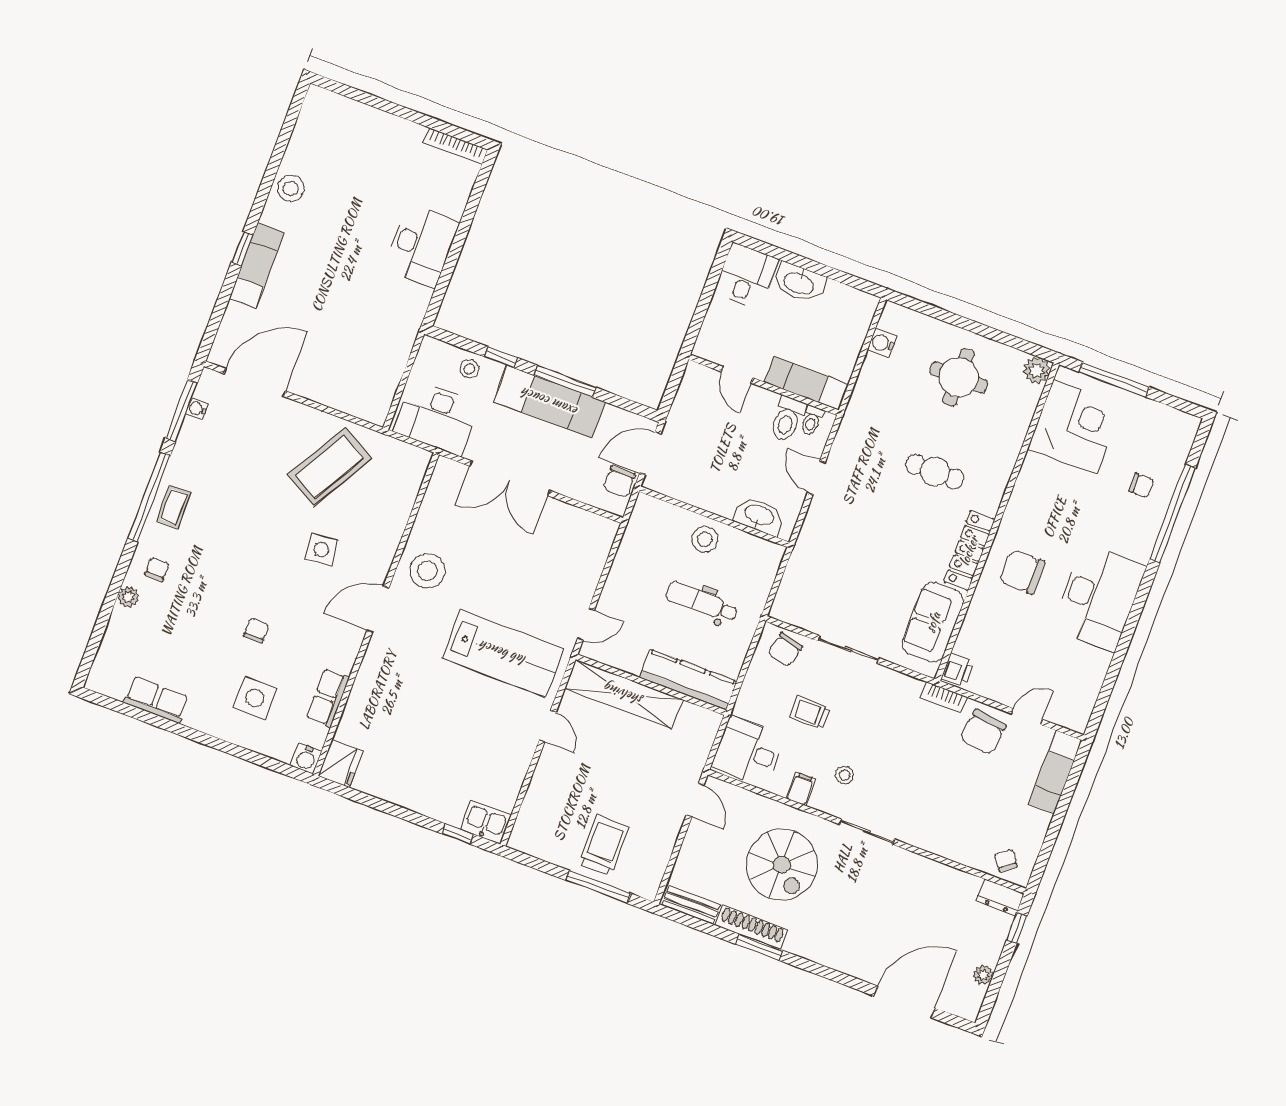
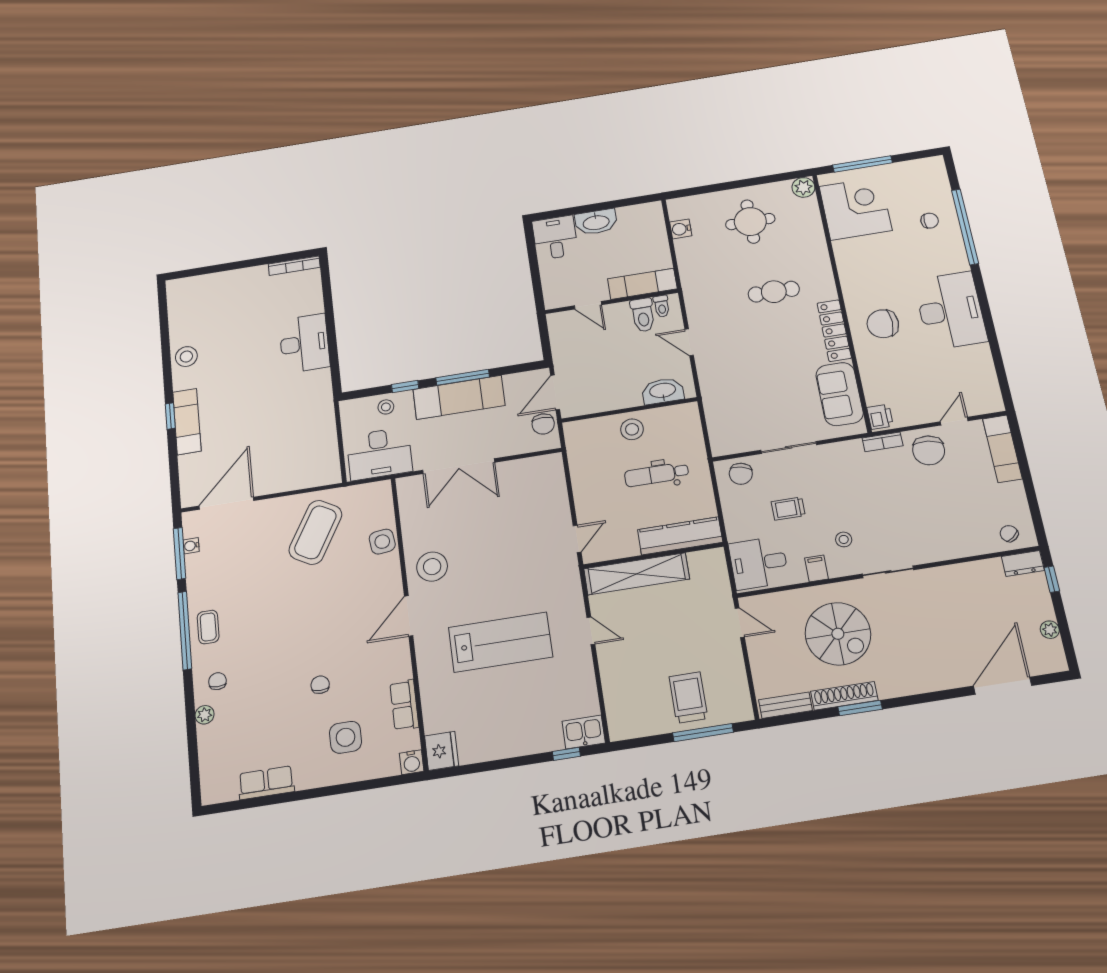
side table: (321, 549) -> (382, 542), moved
lab bench: (503, 653) -> (501, 642), moved

